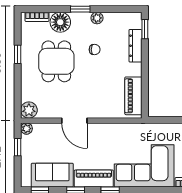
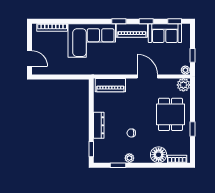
window: (80, 9) -> (118, 165), moved
dresser: (135, 46) -> (99, 125), moved
dining table: (56, 61) -> (170, 114), moved
piano: (133, 96) -> (110, 85), moved, turned 90

